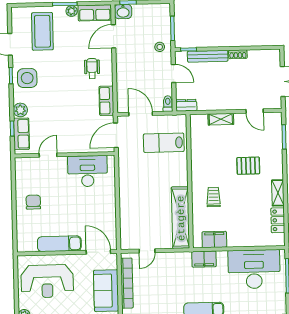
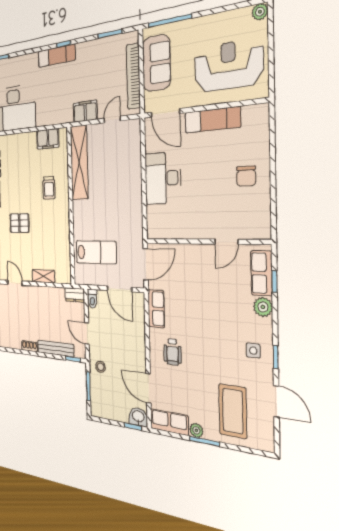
door: (113, 36) -> (148, 388), swing flipped
side table: (27, 78) -> (253, 351), width x0.54, depth x0.54
desk: (88, 171) -> (163, 178), moved, turned 90
filing cabinet: (204, 259) -> (85, 111), moved

